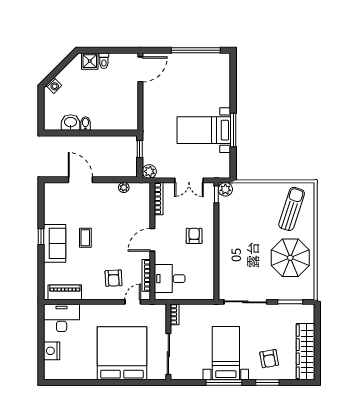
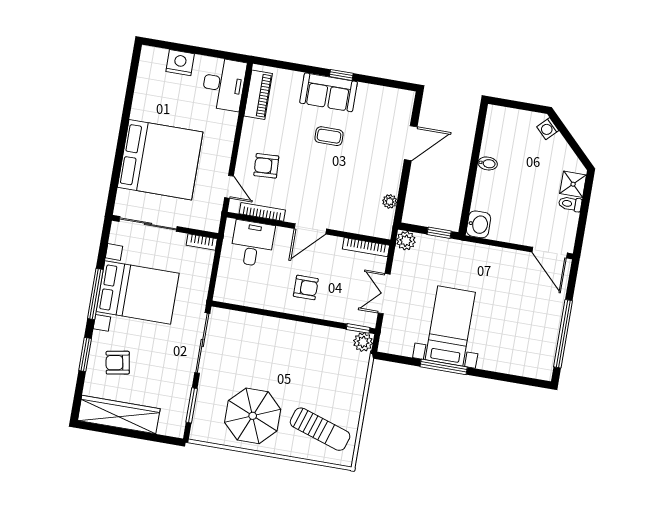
washbasin: (71, 123) -> (479, 224), moved
door: (152, 240) -> (310, 229), swing flipped
bed with nightstands: (226, 353) -> (138, 292), width x1.36

